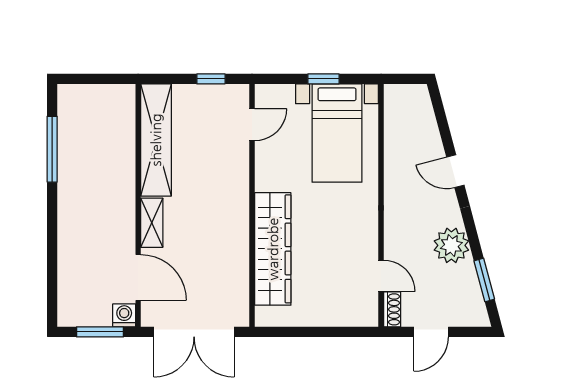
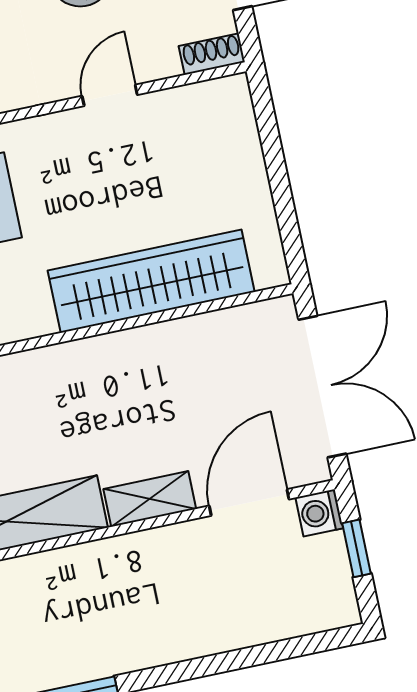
door: (381, 276) -> (110, 95), moved
window: (100, 332) -> (356, 548), width x0.67

